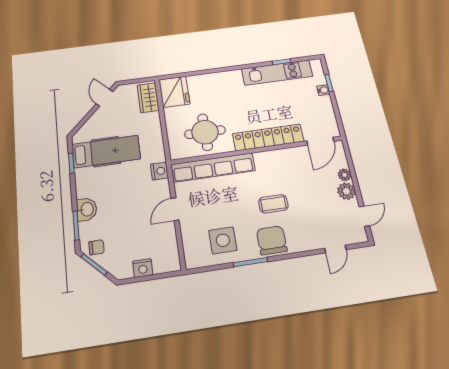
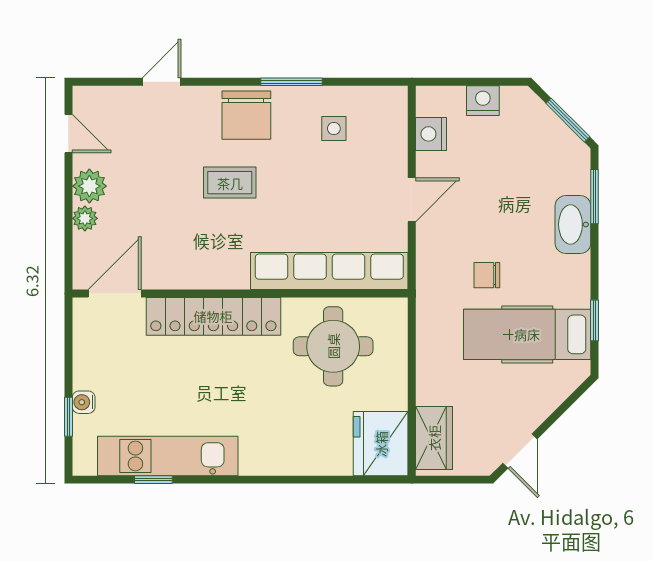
nightstand: (159, 171) -> (431, 134), moved
washbasin: (87, 209) -> (573, 225), width x1.38
door: (364, 216) -> (68, 134), swing flipped
side table: (223, 240) -> (334, 129), width x0.54, depth x0.54
chair: (97, 247) -> (487, 275), moved
door: (335, 249) -> (162, 82), moved

